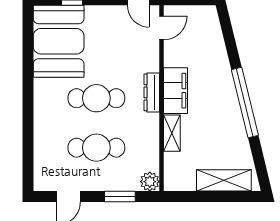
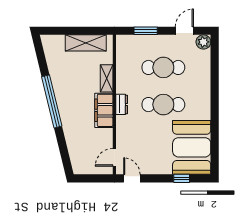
dresser: (152, 92) -> (122, 104), width x0.70
shelving: (224, 180) -> (86, 43), moved
plant: (150, 182) -> (203, 42), moved

